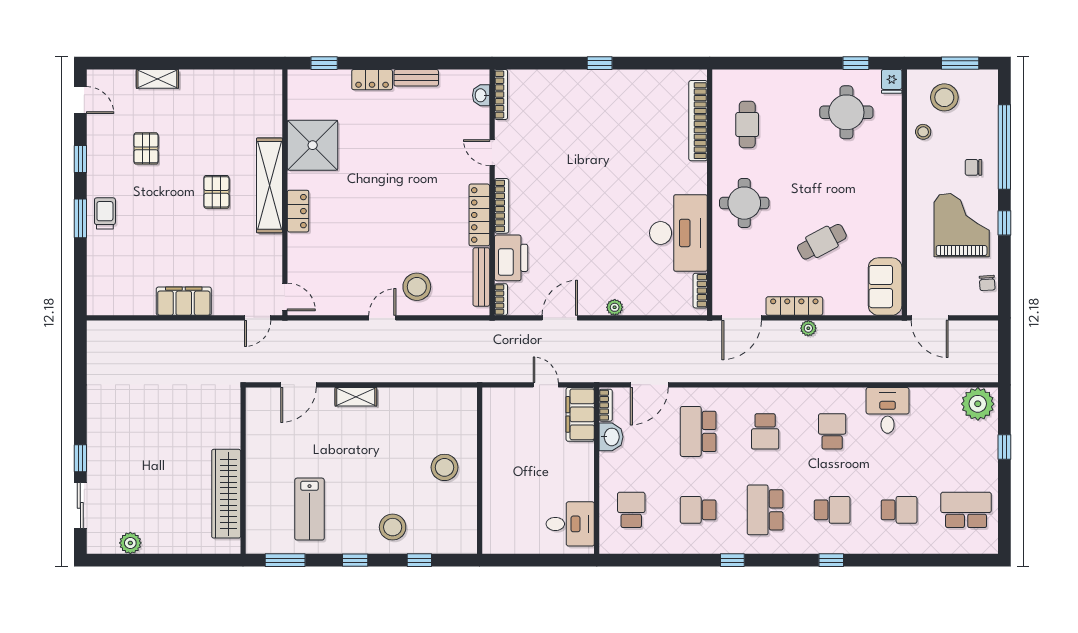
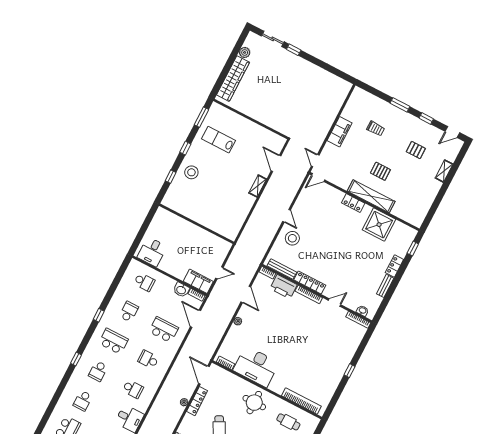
trolley: (105, 213) -> (376, 128), moved
stool: (444, 467) -> (206, 209), removed
wardrobe: (226, 494) -> (233, 79), moved, turned 90

